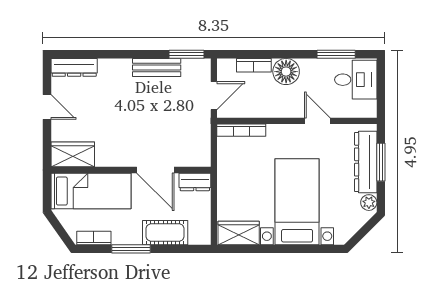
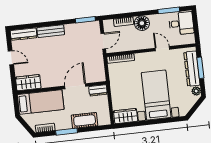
bench: (157, 67) -> (51, 31), moved
door: (155, 170) -> (75, 86), swing flipped

